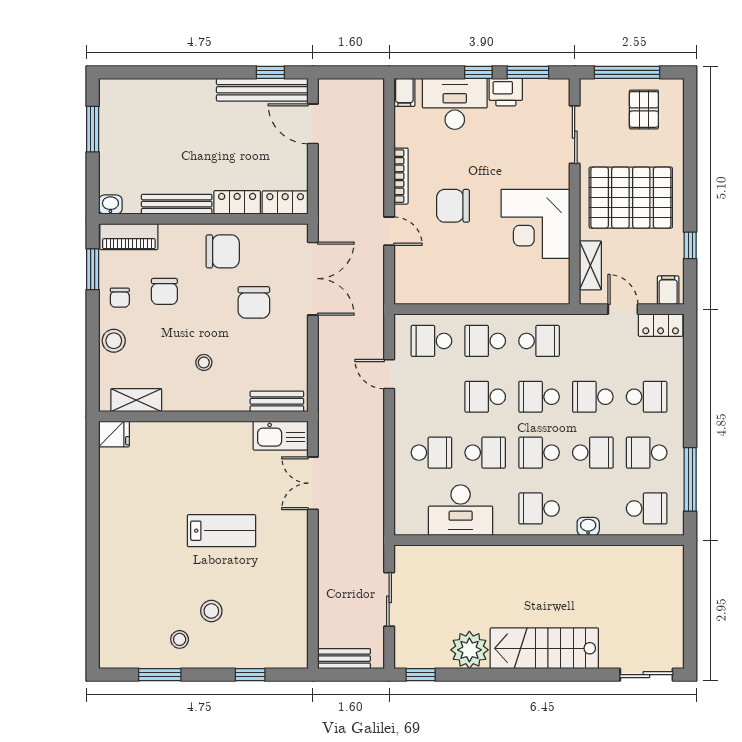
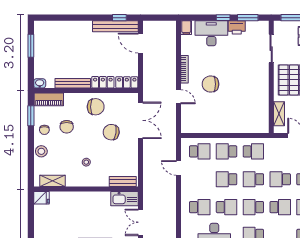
corner desk: (536, 224) -> (252, 93), removed
chair: (254, 302) -> (111, 132), turned 99
school desk: (431, 341) -> (200, 151), turned 180

